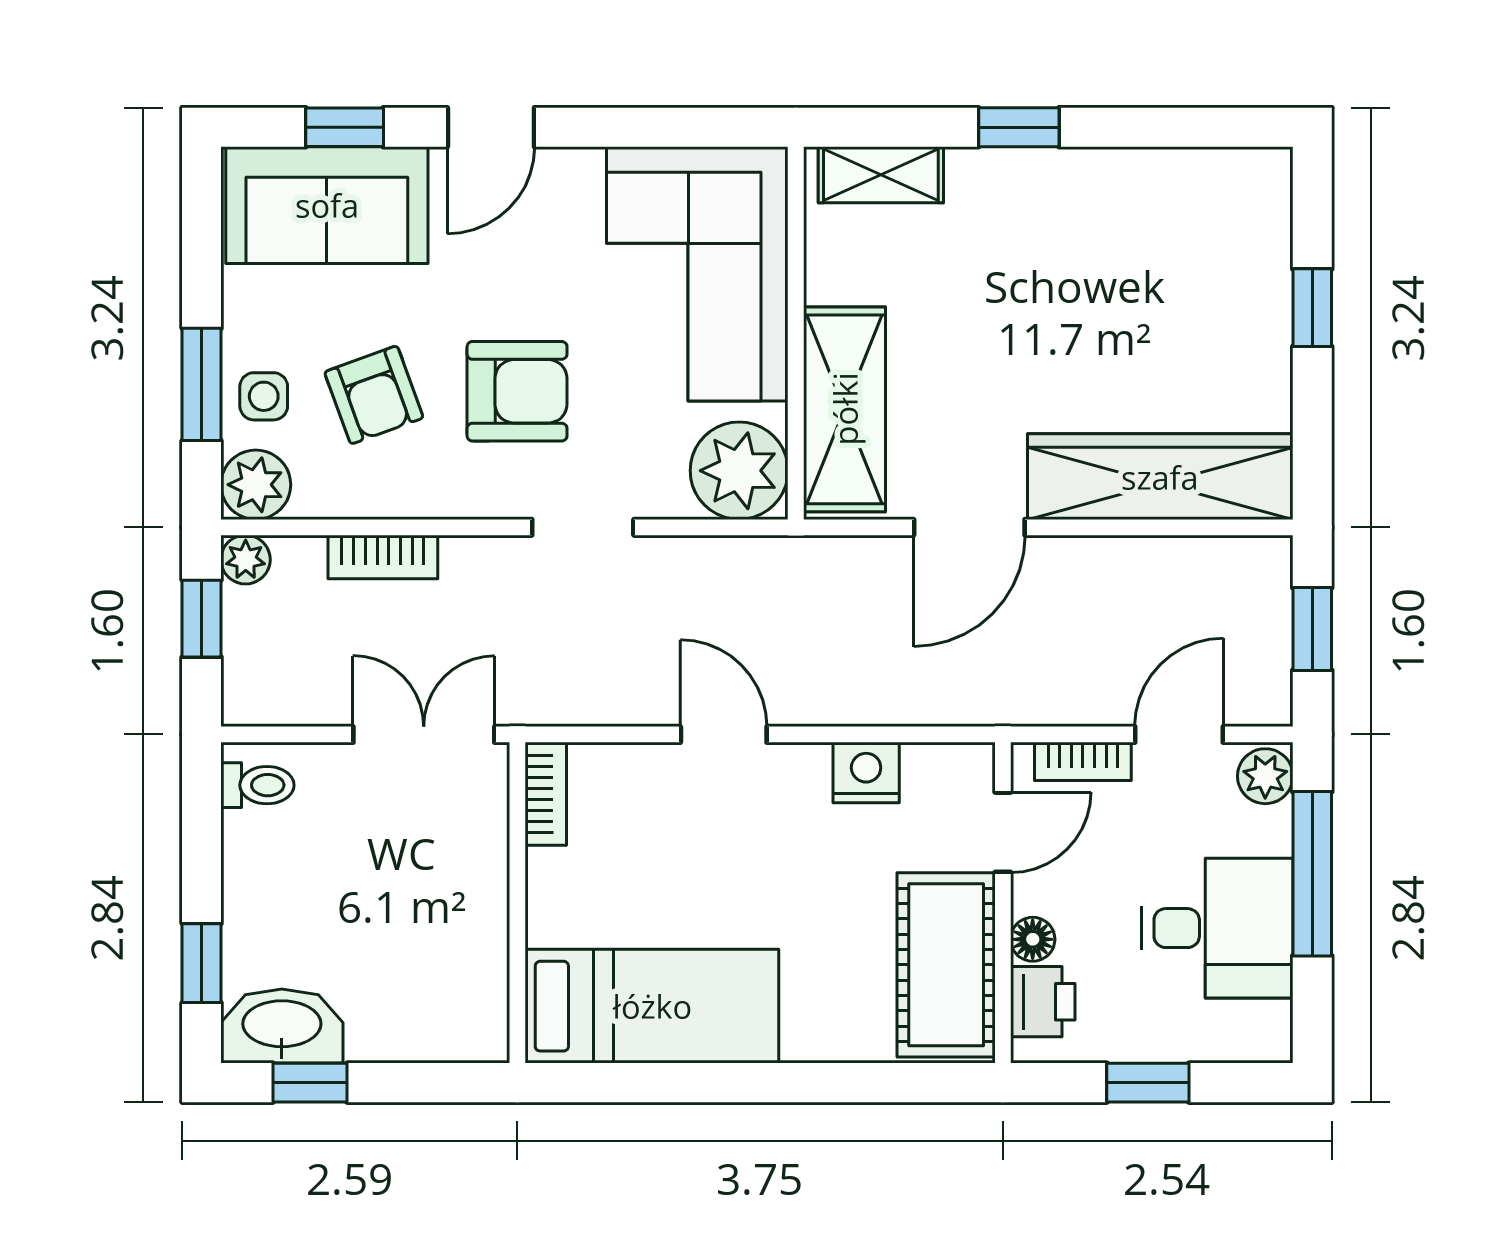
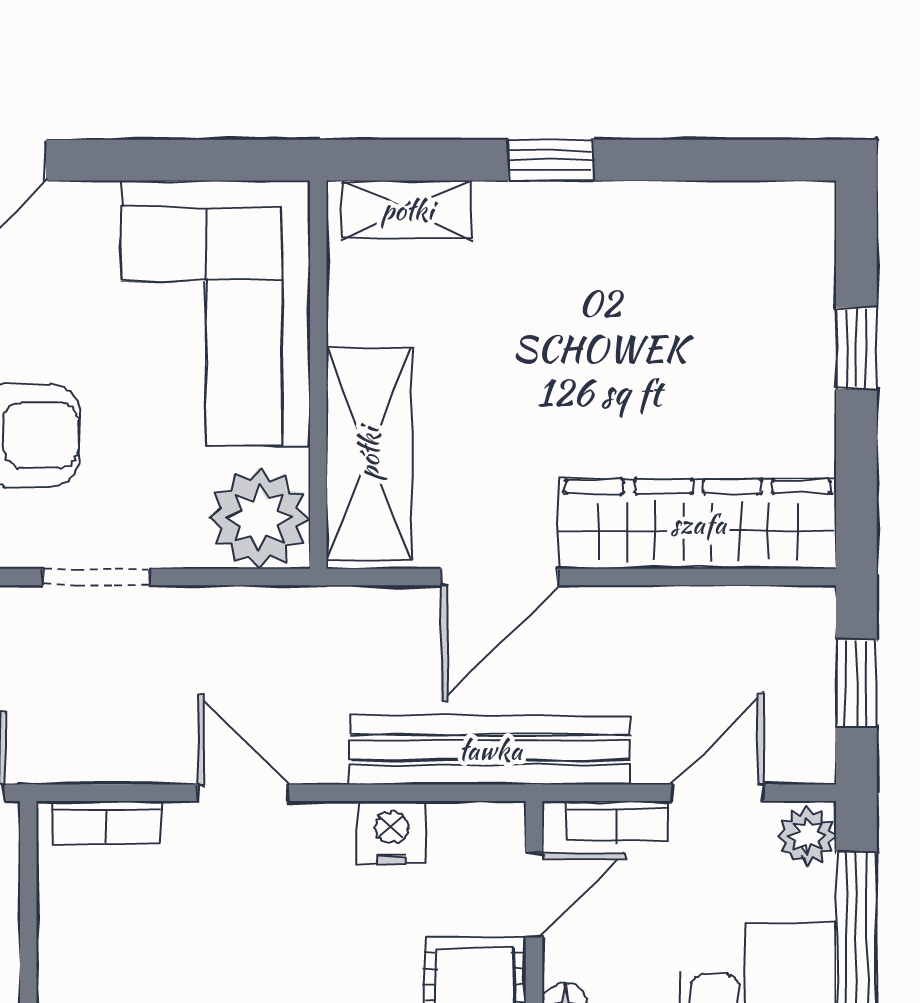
bench: (961, 693) -> (490, 750), added
bookcase: (546, 794) -> (106, 822), moved, turned 90

